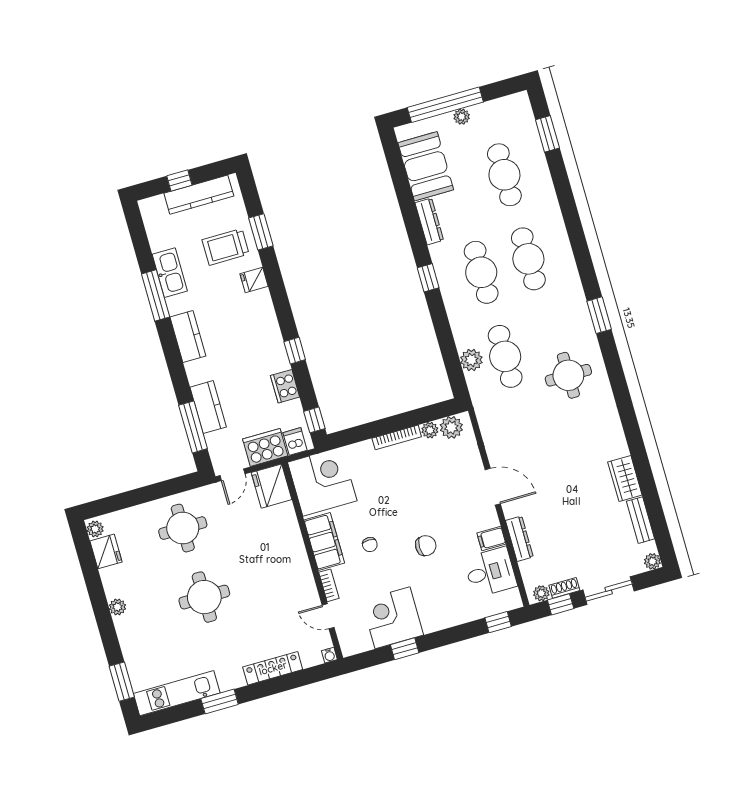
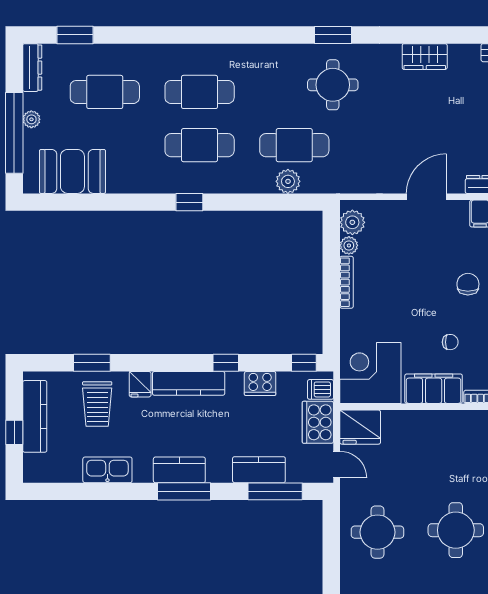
dresser: (429, 221) -> (32, 68), moved, turned 90
window: (156, 295) -> (184, 491), moved
window: (599, 315) -> (333, 35), moved
kitchen counter: (267, 323) -> (189, 383), added
wardrobe: (625, 478) -> (425, 57), moved

